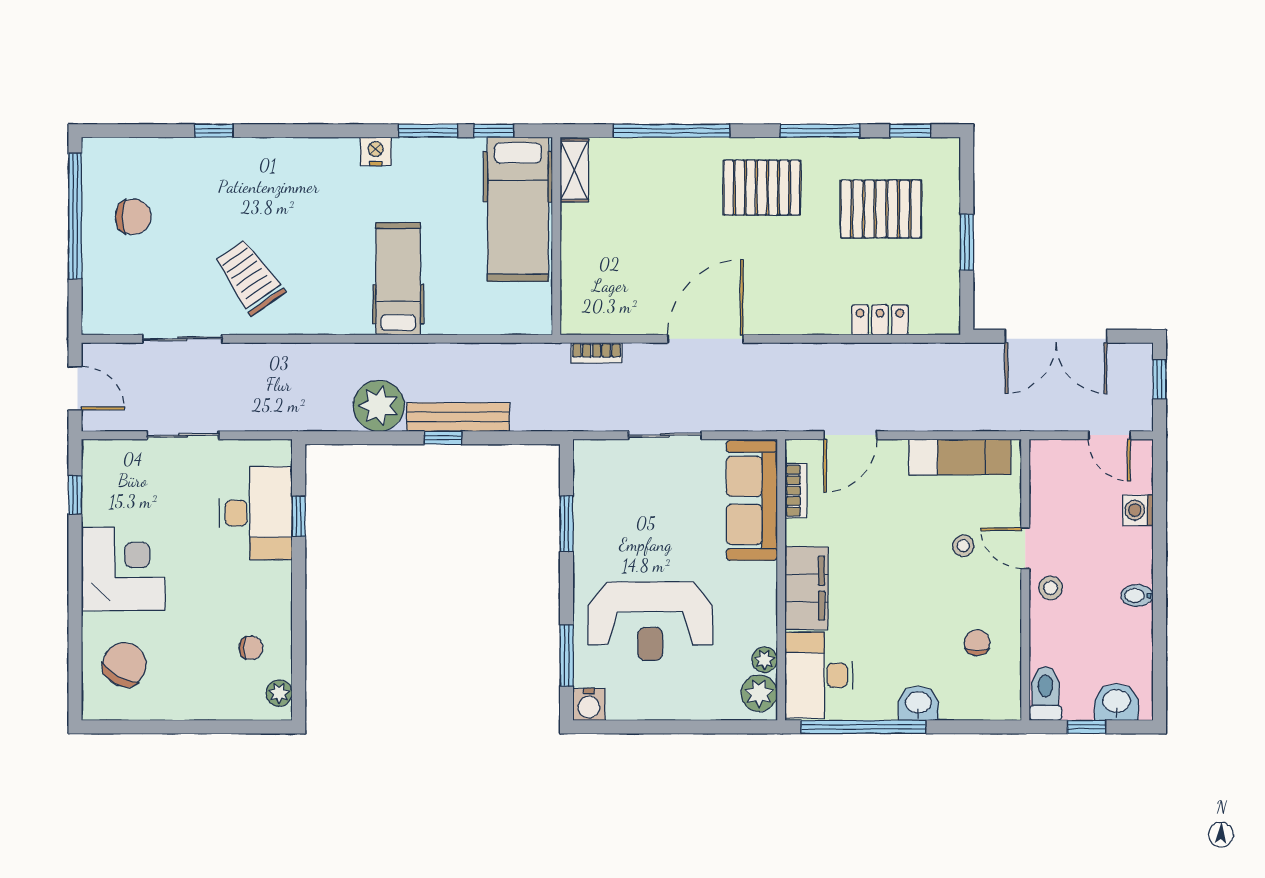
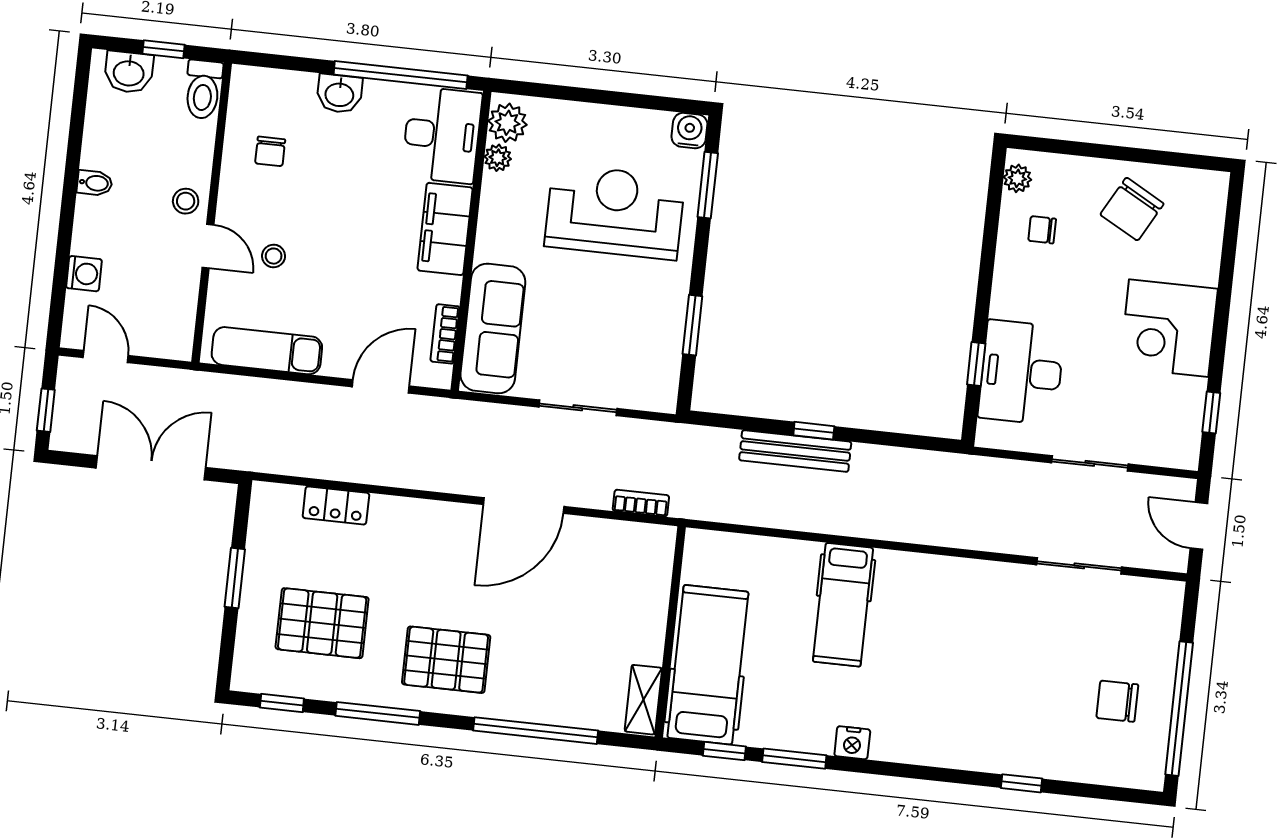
trolley: (249, 277) -> (1001, 624), removed
plant: (379, 406) -> (878, 472), removed
chair: (125, 665) -> (1132, 209), moved

